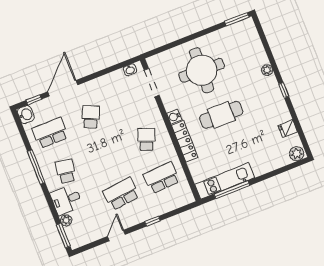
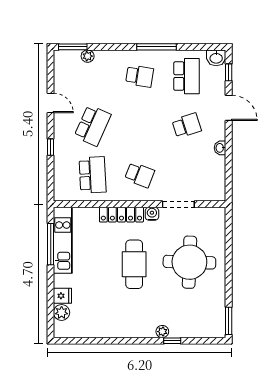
washbasin: (130, 70) -> (220, 148), moved
doorway: (152, 83) -> (178, 204), moved
door: (63, 88) -> (229, 108), width x0.73
window: (284, 90) -> (172, 341), moved
school desk: (91, 117) -> (187, 125), turned -42
fridge: (288, 129) -> (62, 296), moved, turned 90
plant: (297, 154) -> (62, 312), moved
school desk: (121, 194) -> (93, 125), turned 30
desk: (66, 200) -> (109, 65), removed

